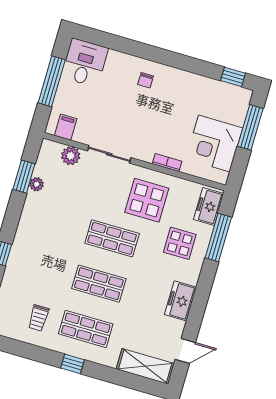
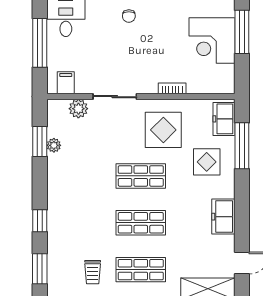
corner desk: (214, 144) -> (212, 41), moved

